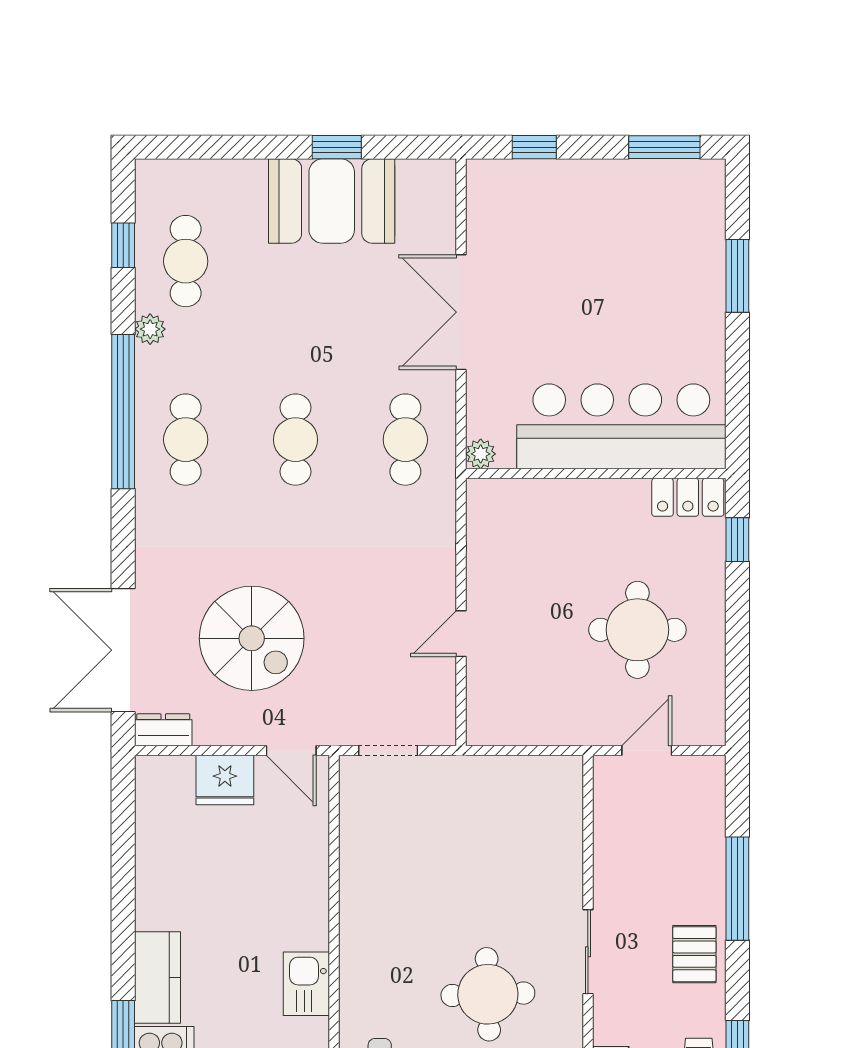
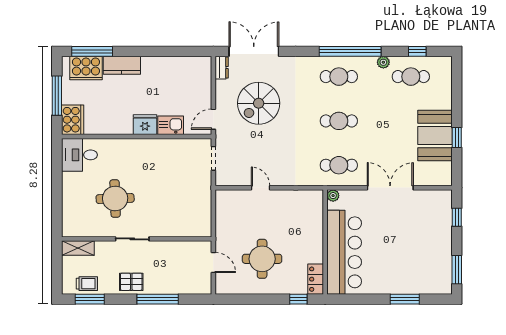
fridge: (225, 780) -> (145, 125), moved, turned 90
kitchen sink: (306, 984) -> (171, 125), moved

